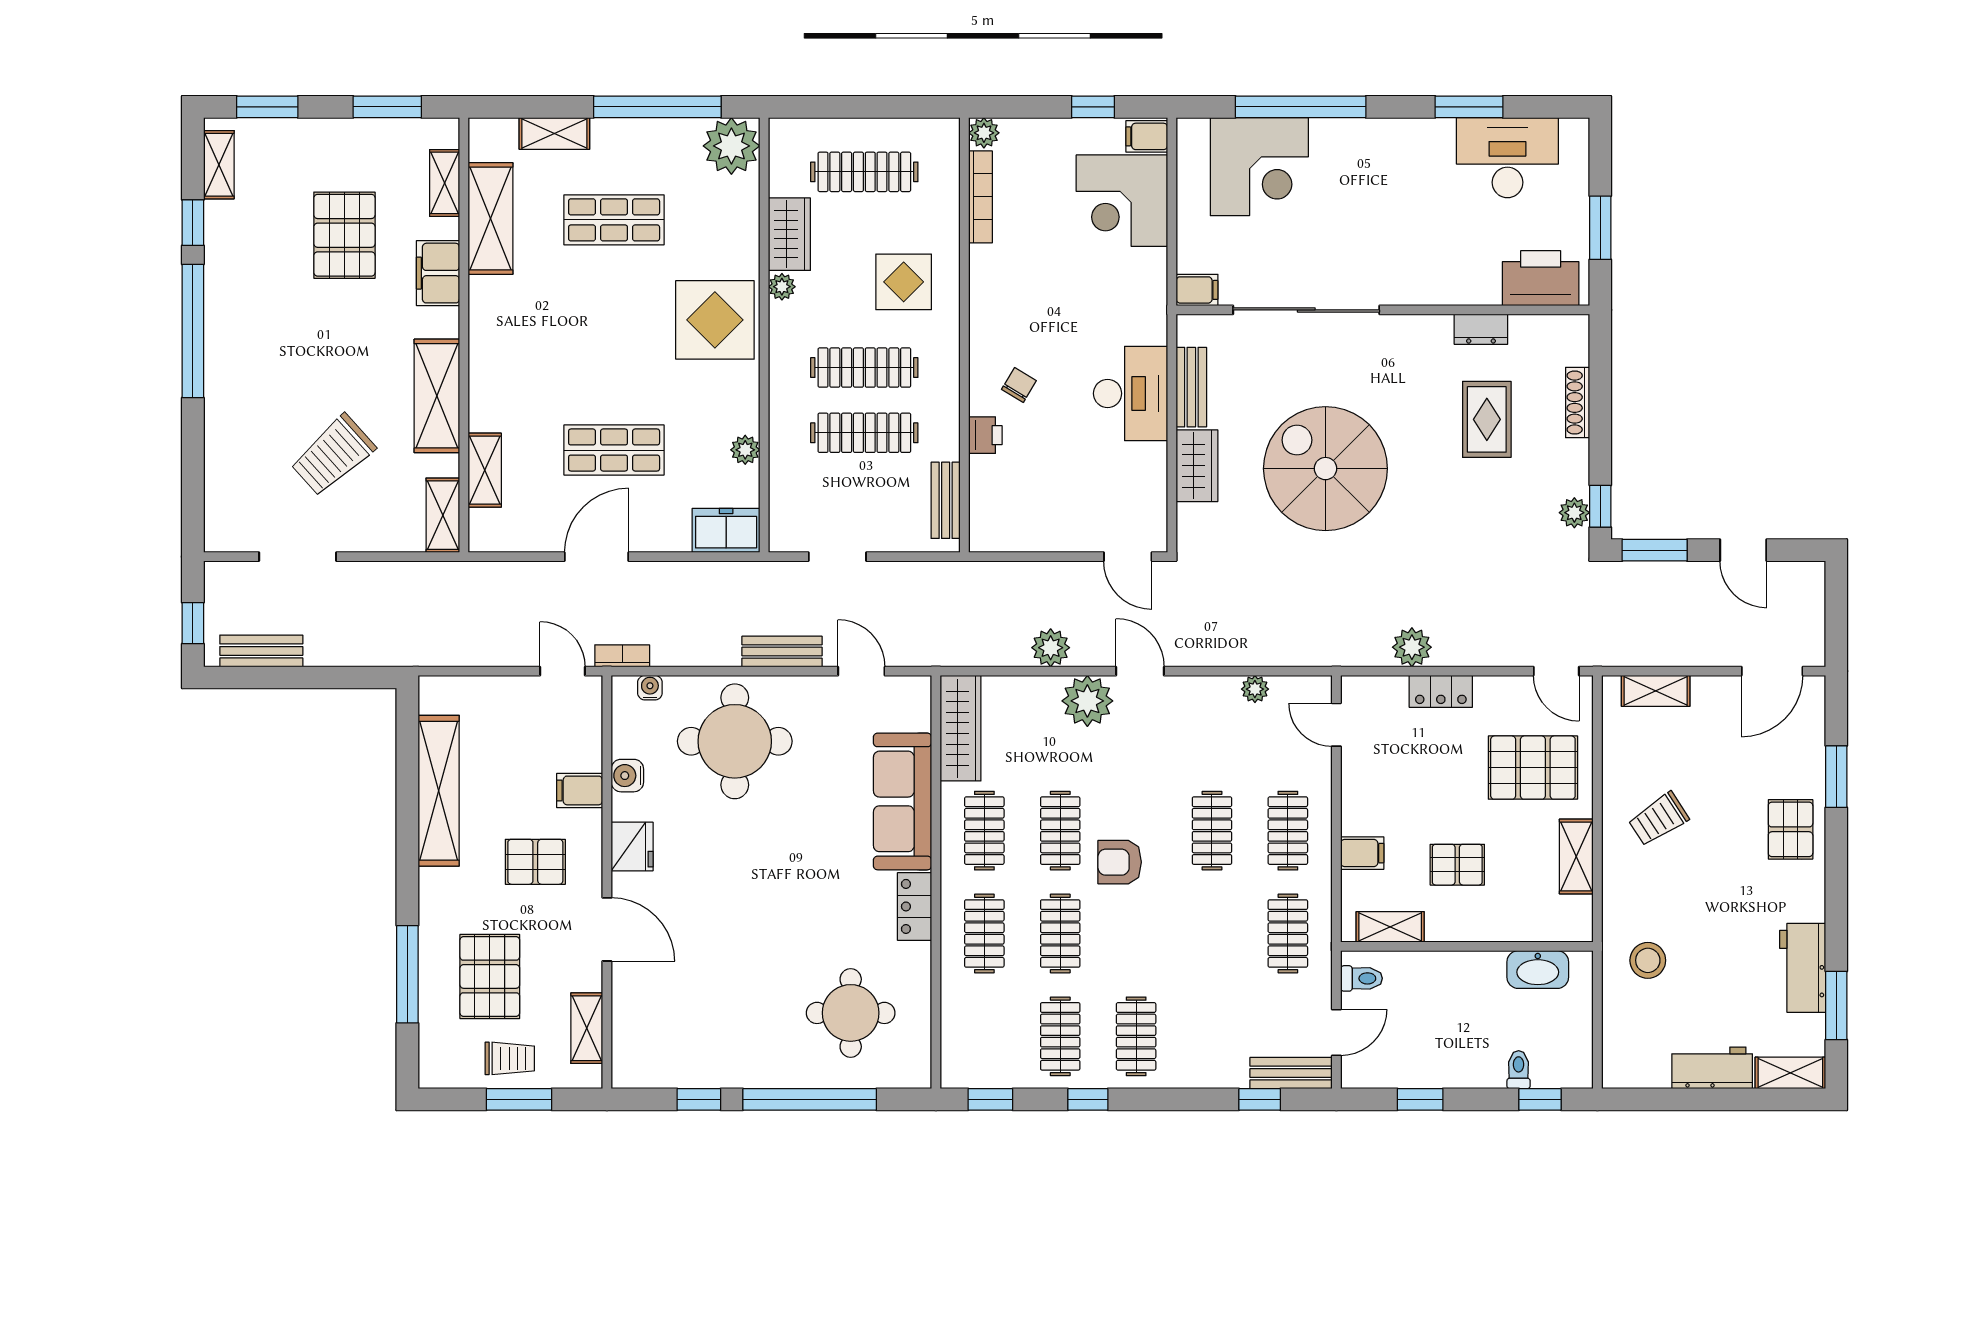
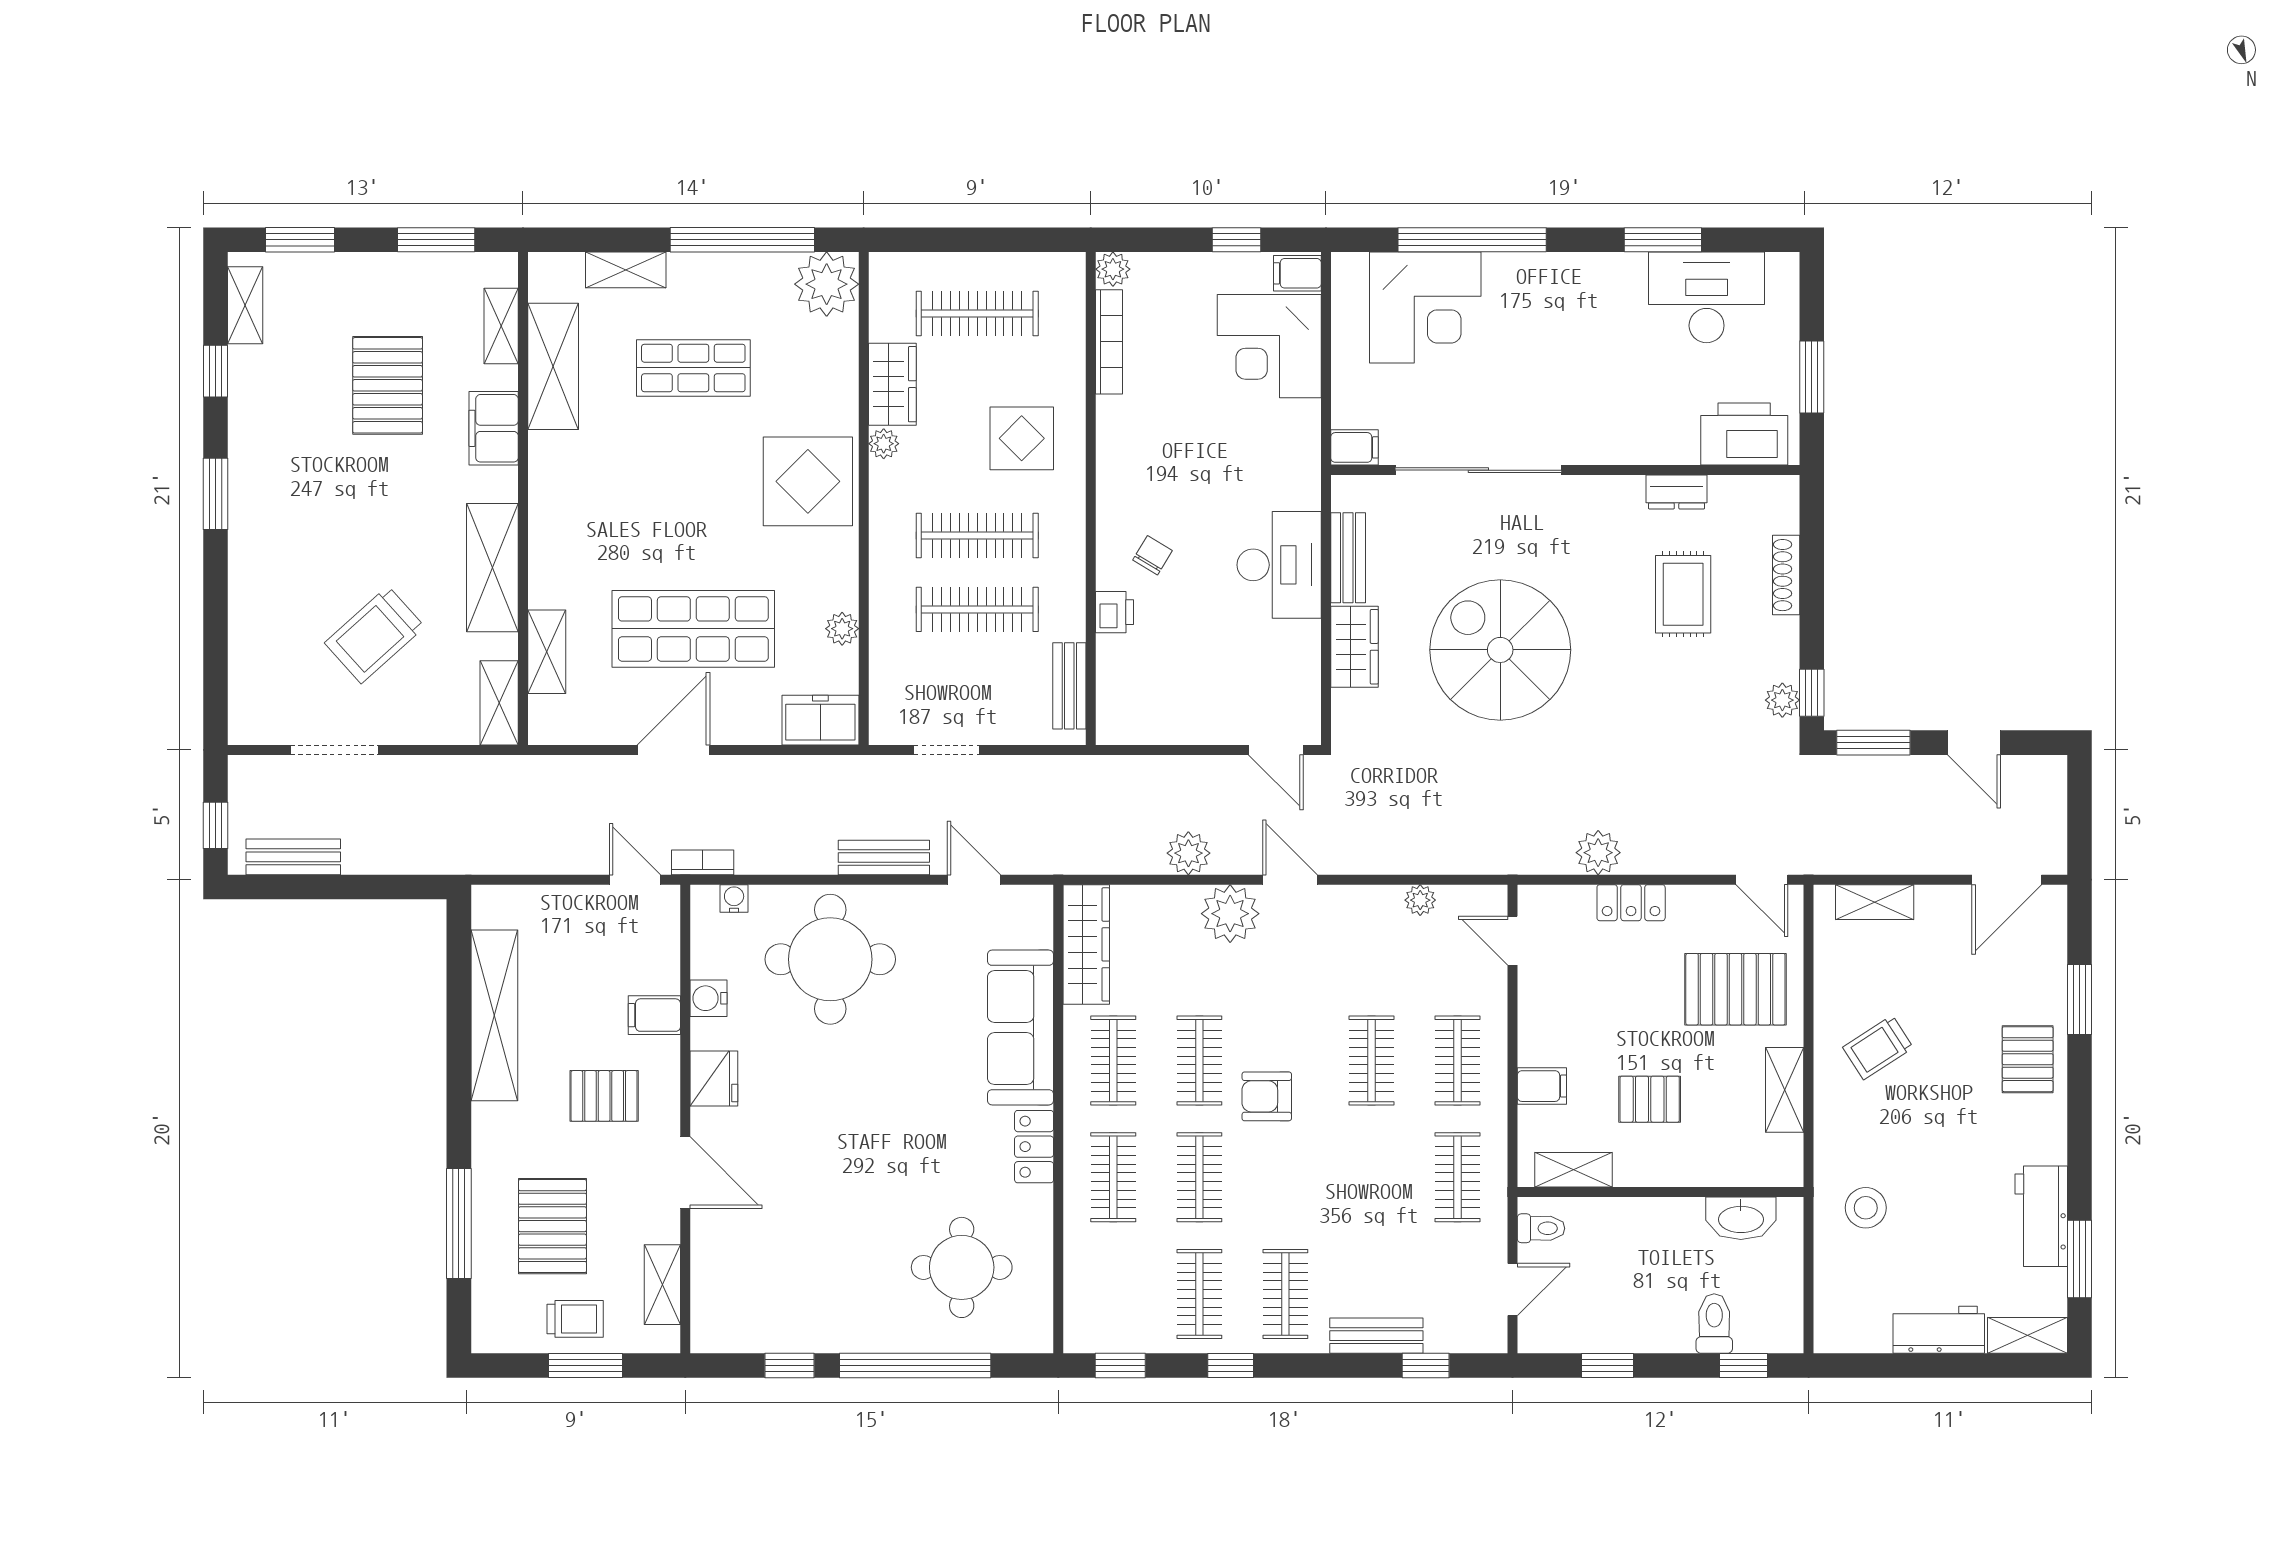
window: (193, 331) -> (216, 494), width x0.47
shop shelf: (614, 450) -> (693, 629), width x1.43, depth x1.36
toilet: (1519, 1070) -> (1714, 1323), width x1.37, depth x1.39
bench: (1291, 1073) -> (1376, 1336), moved

